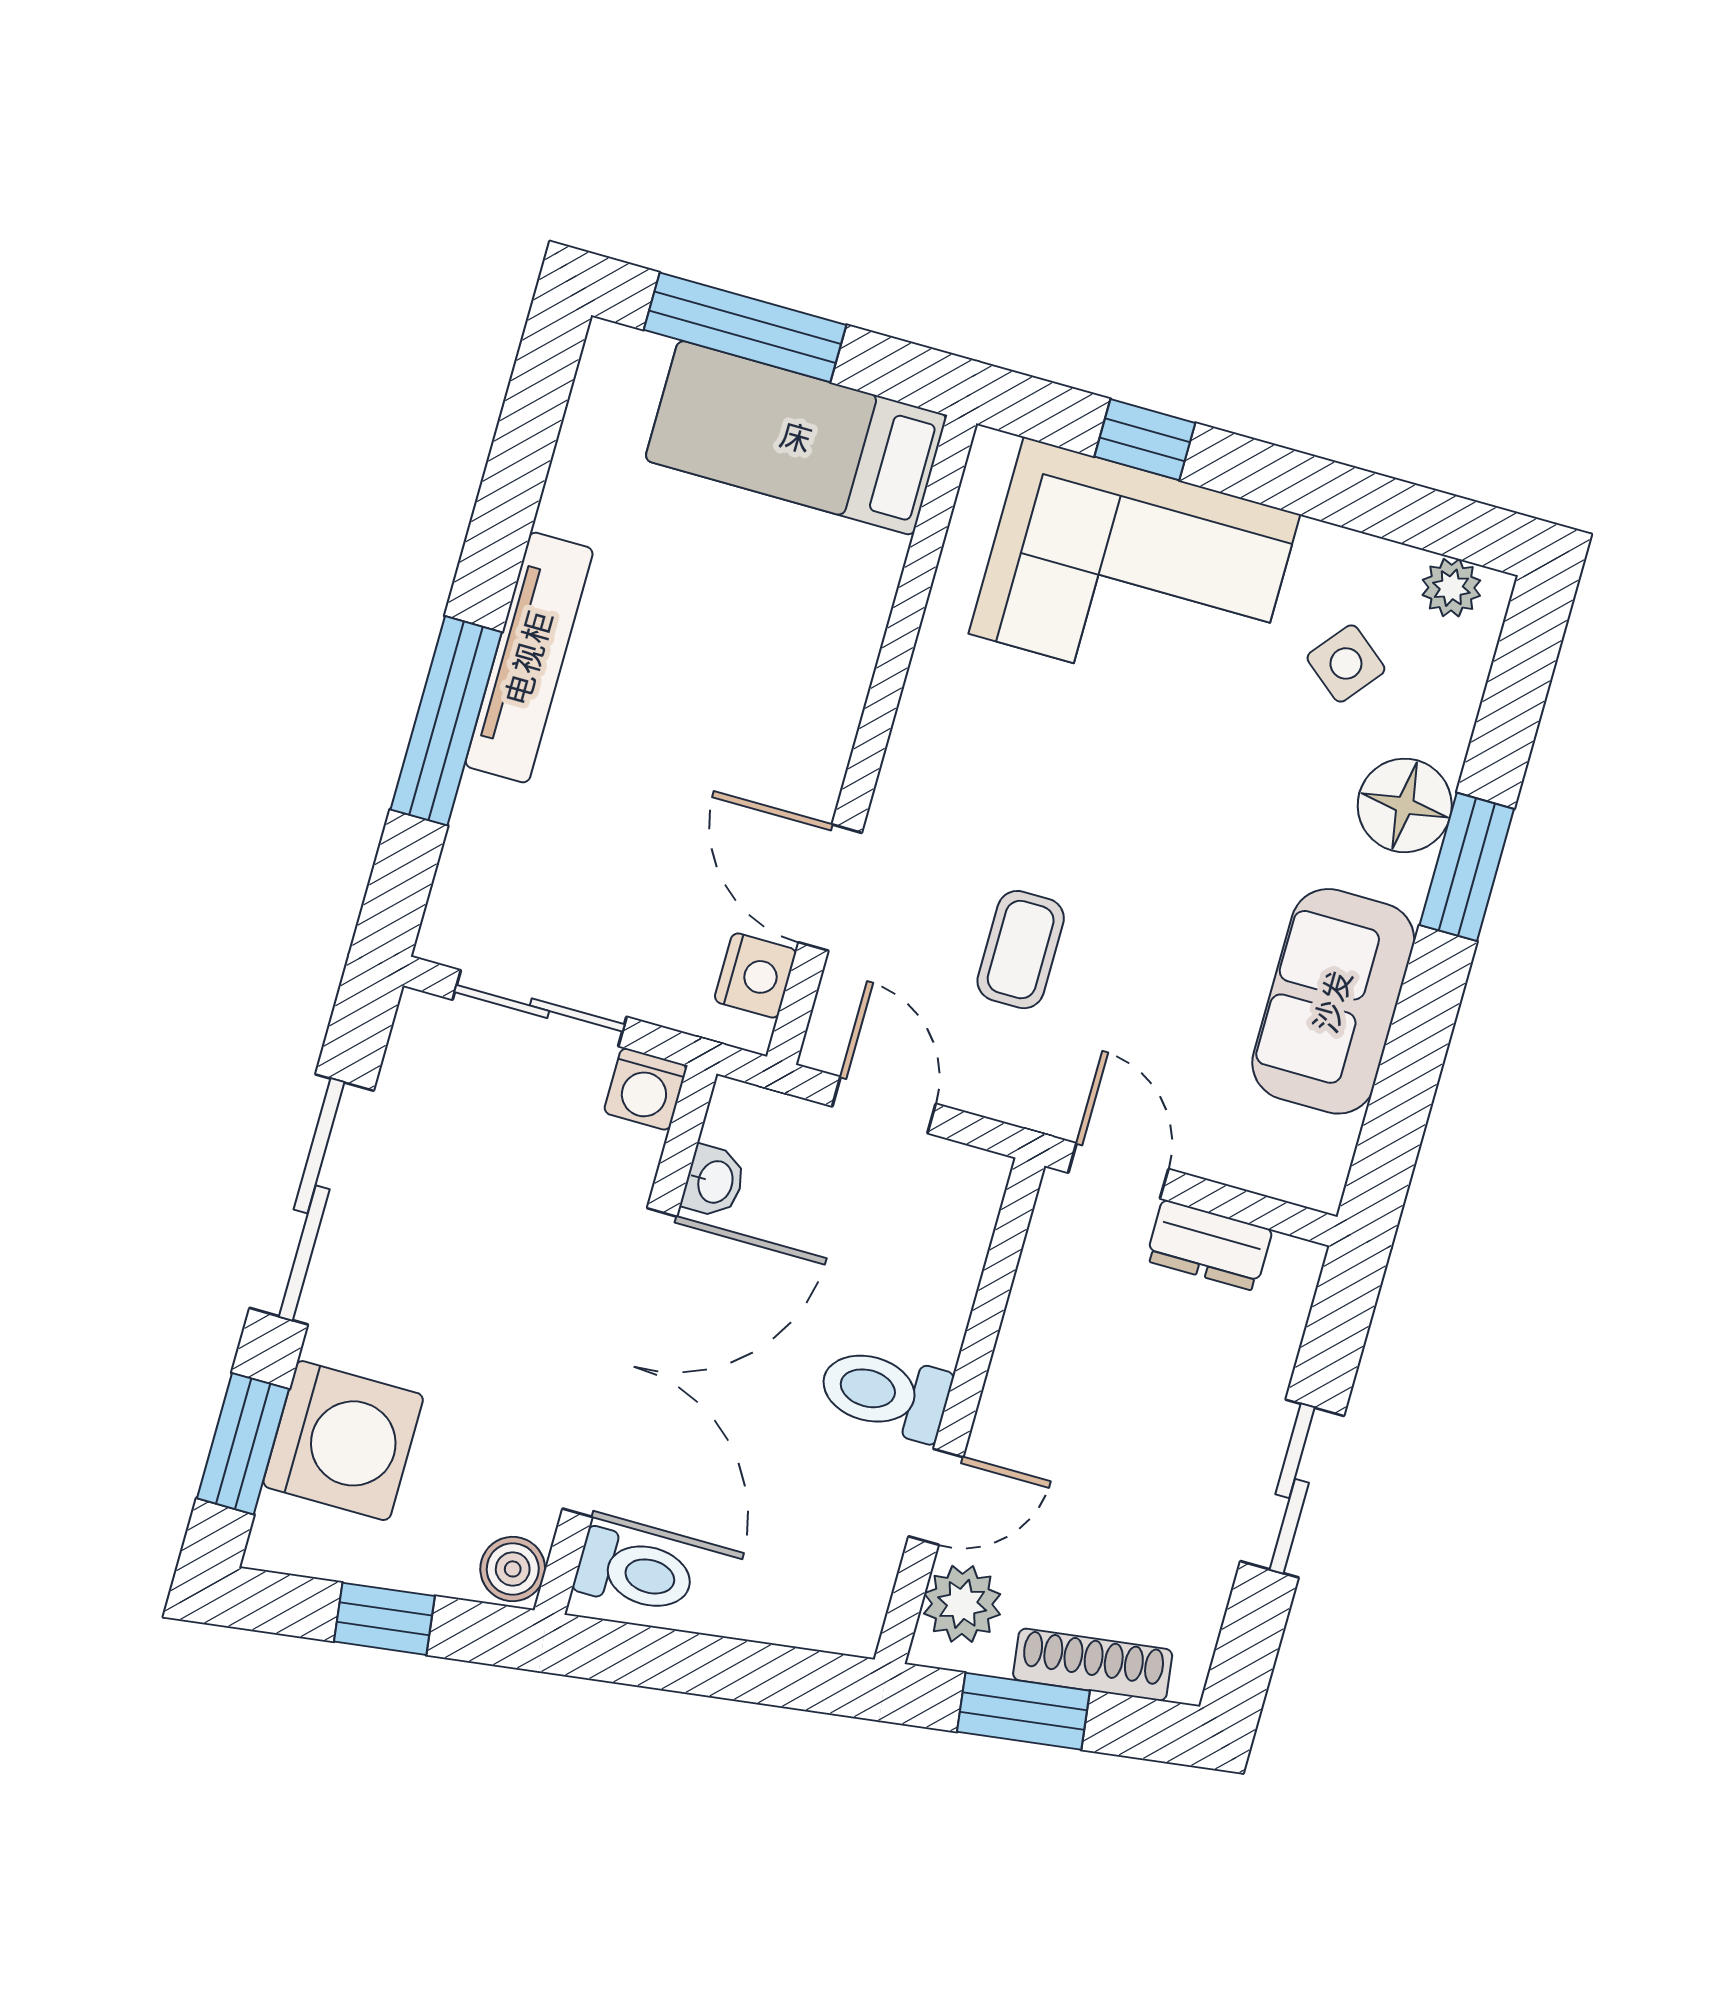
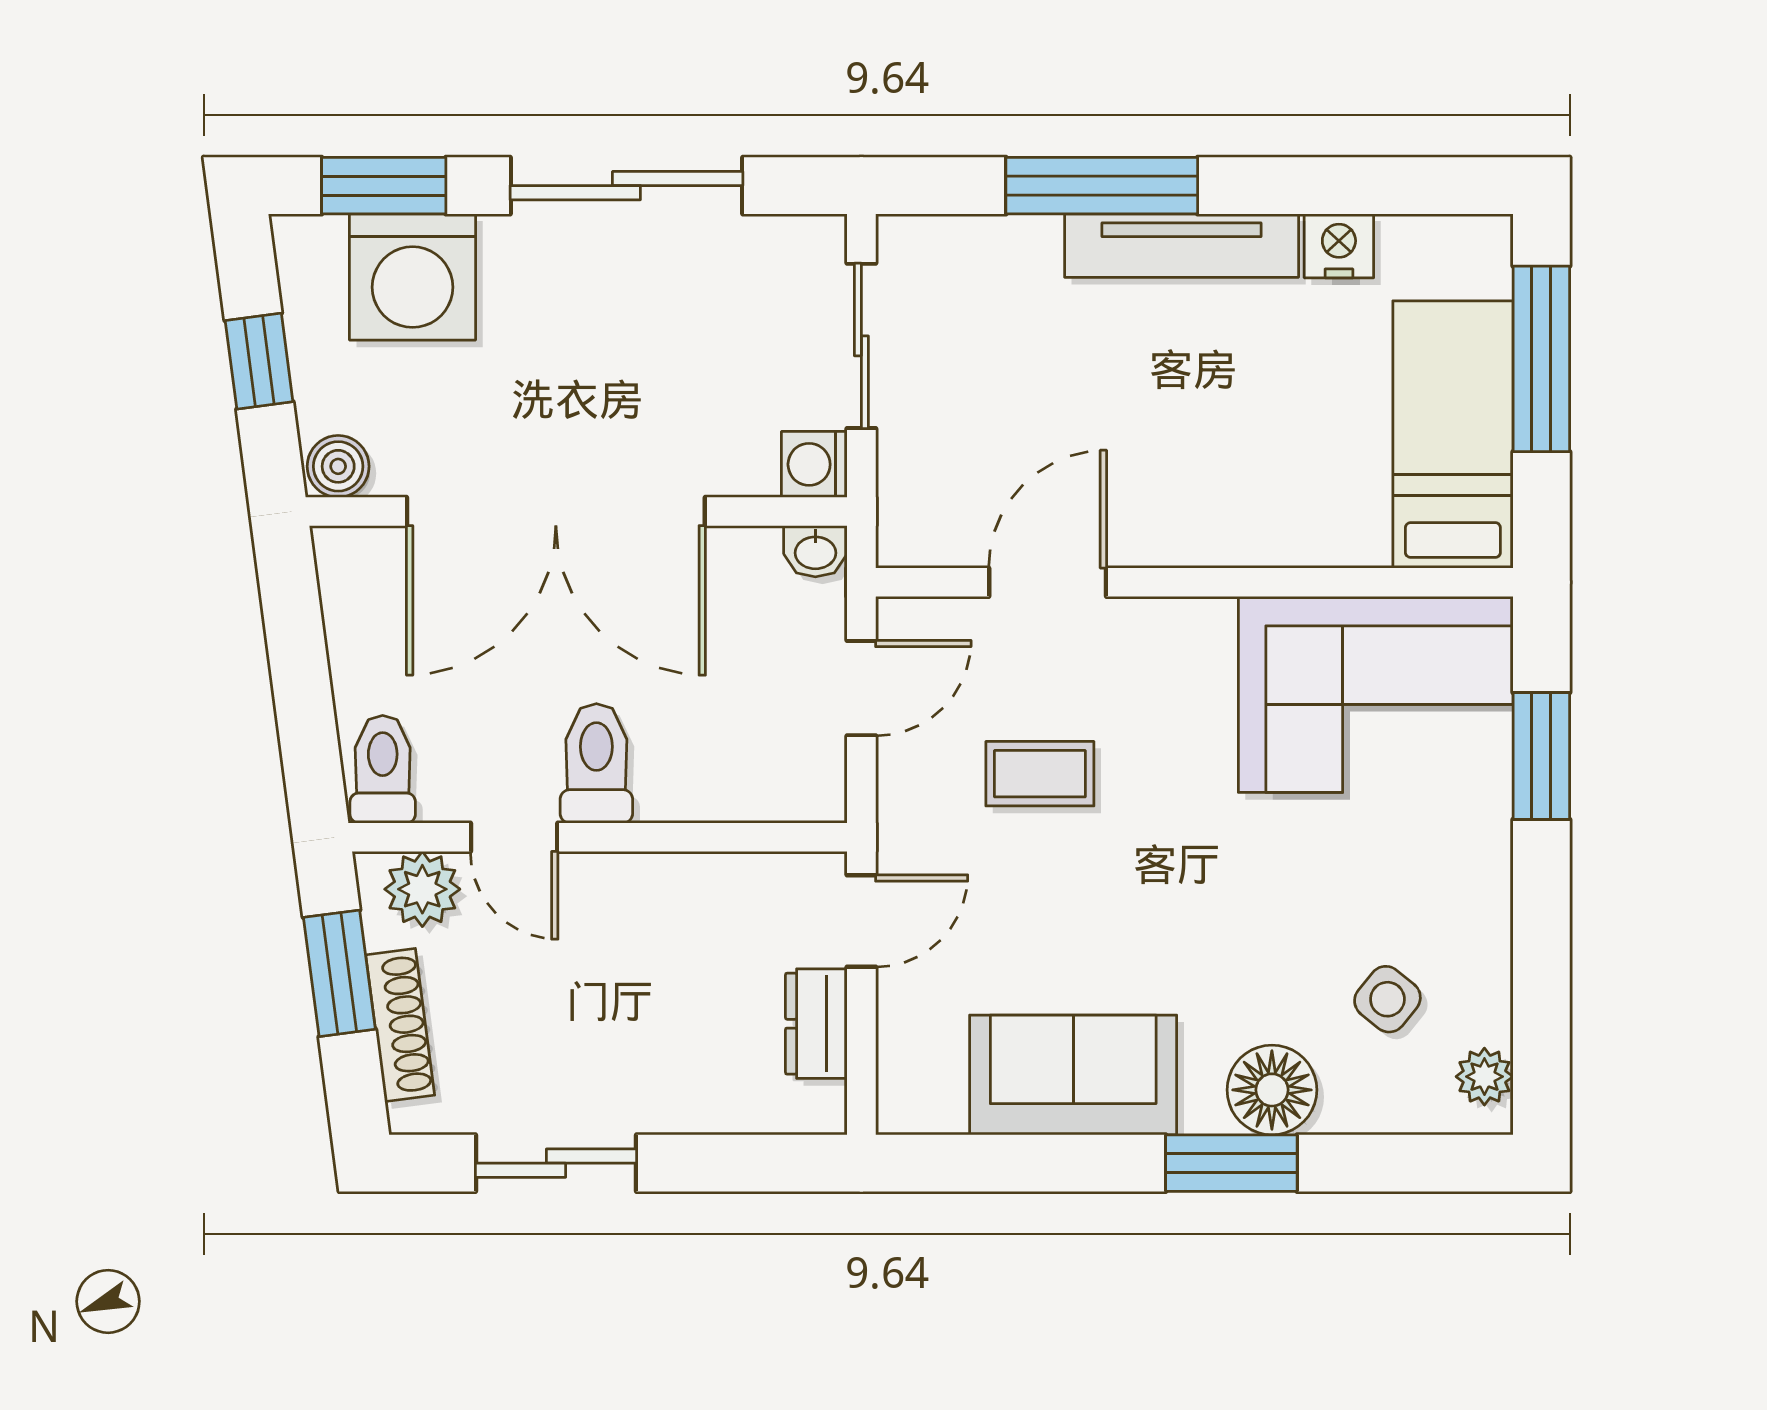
window: (1145, 440) -> (1541, 756), width x1.50
corner sofa: (1134, 574) -> (1376, 694), moved, turned -90
nightstand: (755, 976) -> (1339, 246), moved, turned 180
washbasin: (714, 1182) -> (815, 551), moved
sliding door: (1292, 1488) -> (556, 1163), moved
toilet: (635, 1572) -> (383, 769), moved, turned 180

